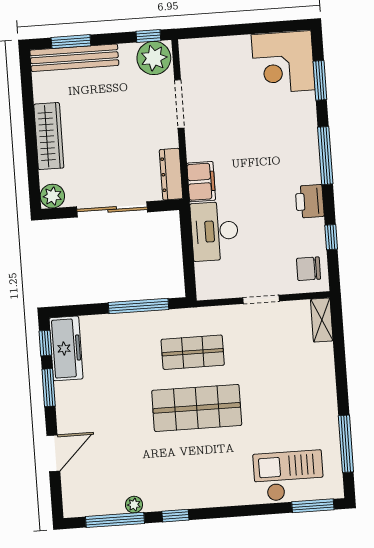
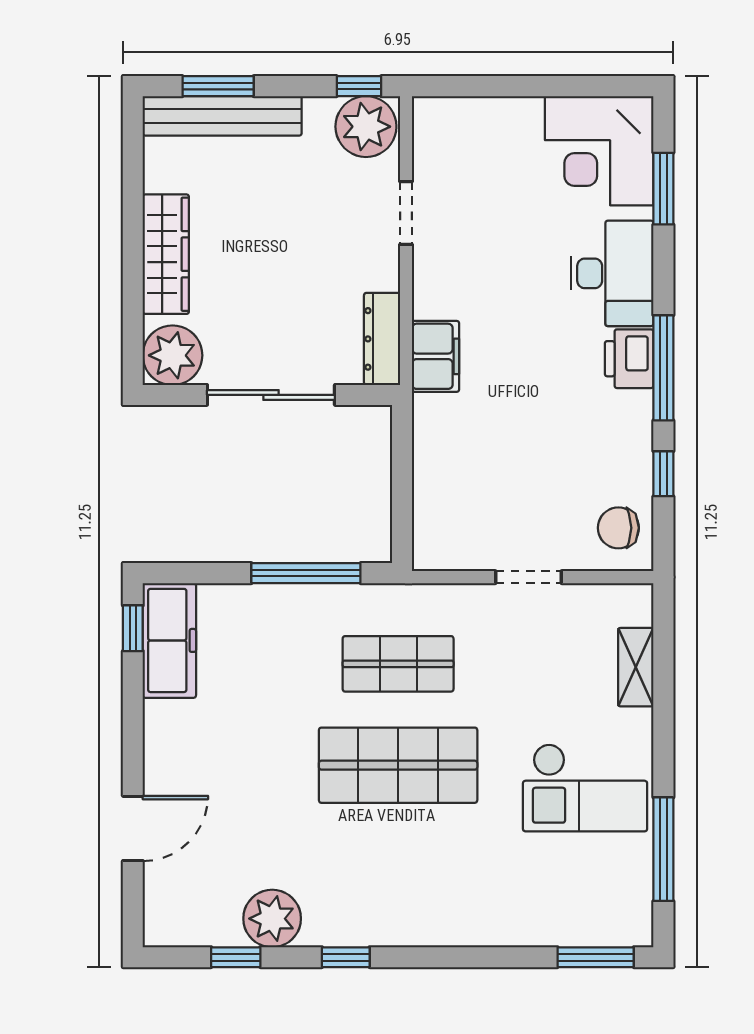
doorway: (179, 104) -> (406, 213), width x0.73
window: (325, 156) -> (663, 368), moved
plant: (52, 196) -> (173, 355), width x1.36, depth x1.36
printer: (310, 201) -> (629, 359), moved
desk: (215, 231) -> (612, 273), moved, turned 180
shelving: (322, 320) -> (636, 667), moved
window: (49, 388) -> (133, 709), removed
checkout: (289, 476) -> (585, 788), moved, turned 180
plant: (134, 505) -> (272, 919), width x1.88, depth x1.88
window: (115, 520) -> (236, 957), width x0.46

